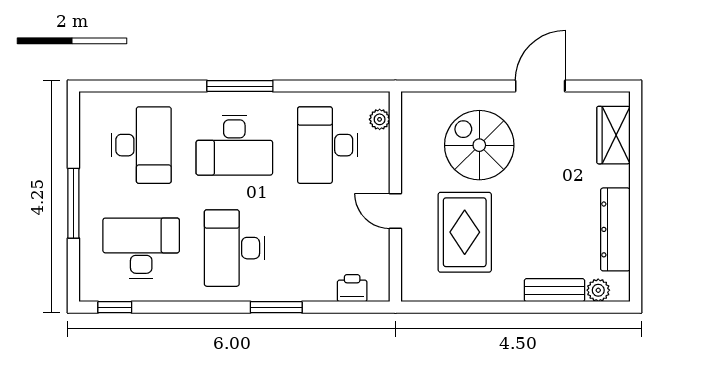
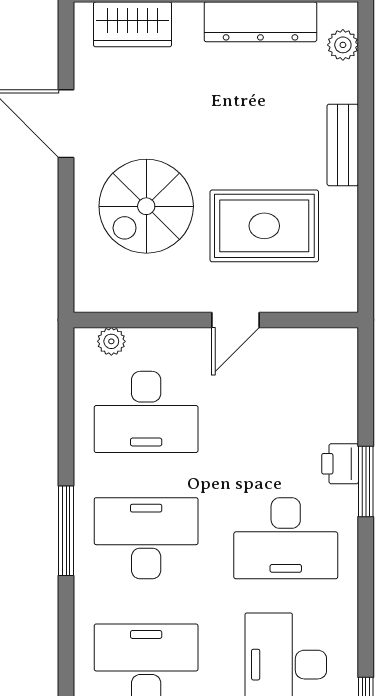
desk: (234, 145) -> (146, 538), turned -90
printer: (352, 288) -> (340, 464), moved
bench: (554, 290) -> (343, 145), moved

